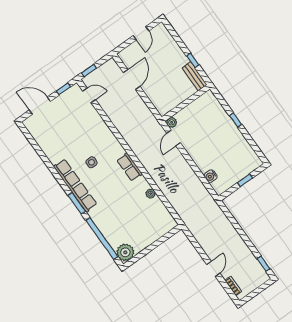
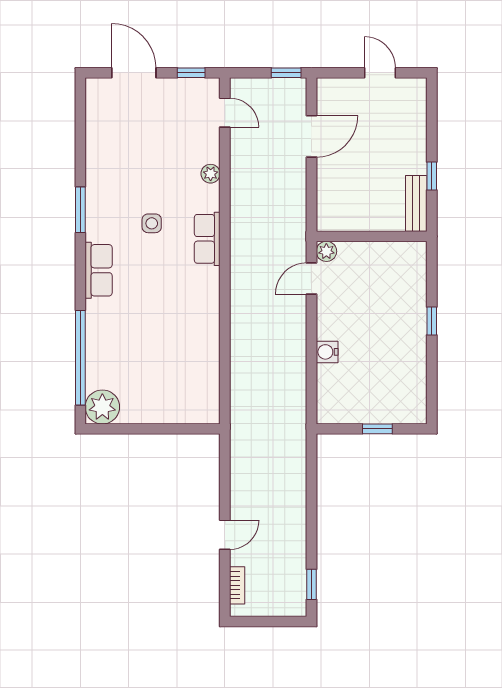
door: (141, 33) -> (380, 73), swing flipped
window: (89, 70) -> (286, 73), moved
row of seats: (129, 167) -> (207, 239), moved
water cooler: (211, 176) -> (327, 352), moved
row of seats: (75, 185) -> (99, 270), width x0.50
plant: (151, 194) -> (211, 174), moved
window: (77, 203) -> (80, 210), moved

